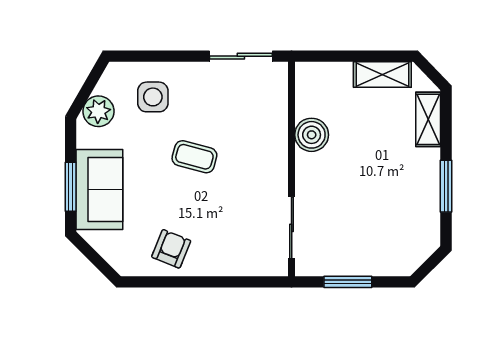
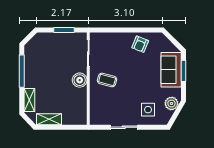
sliding door: (241, 56) -> (124, 127), moved
boiler: (312, 135) -> (80, 80), moved
coffee table: (194, 157) -> (107, 80), moved
window: (446, 186) -> (22, 71), width x1.44

